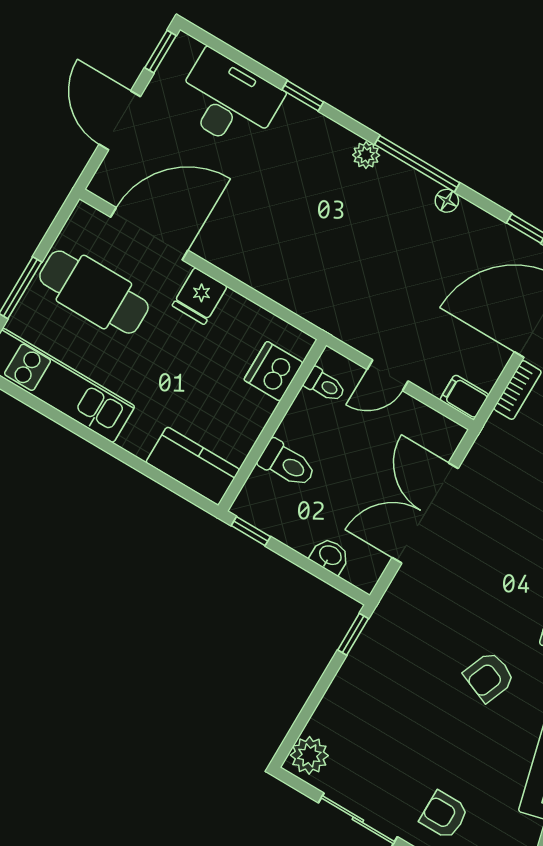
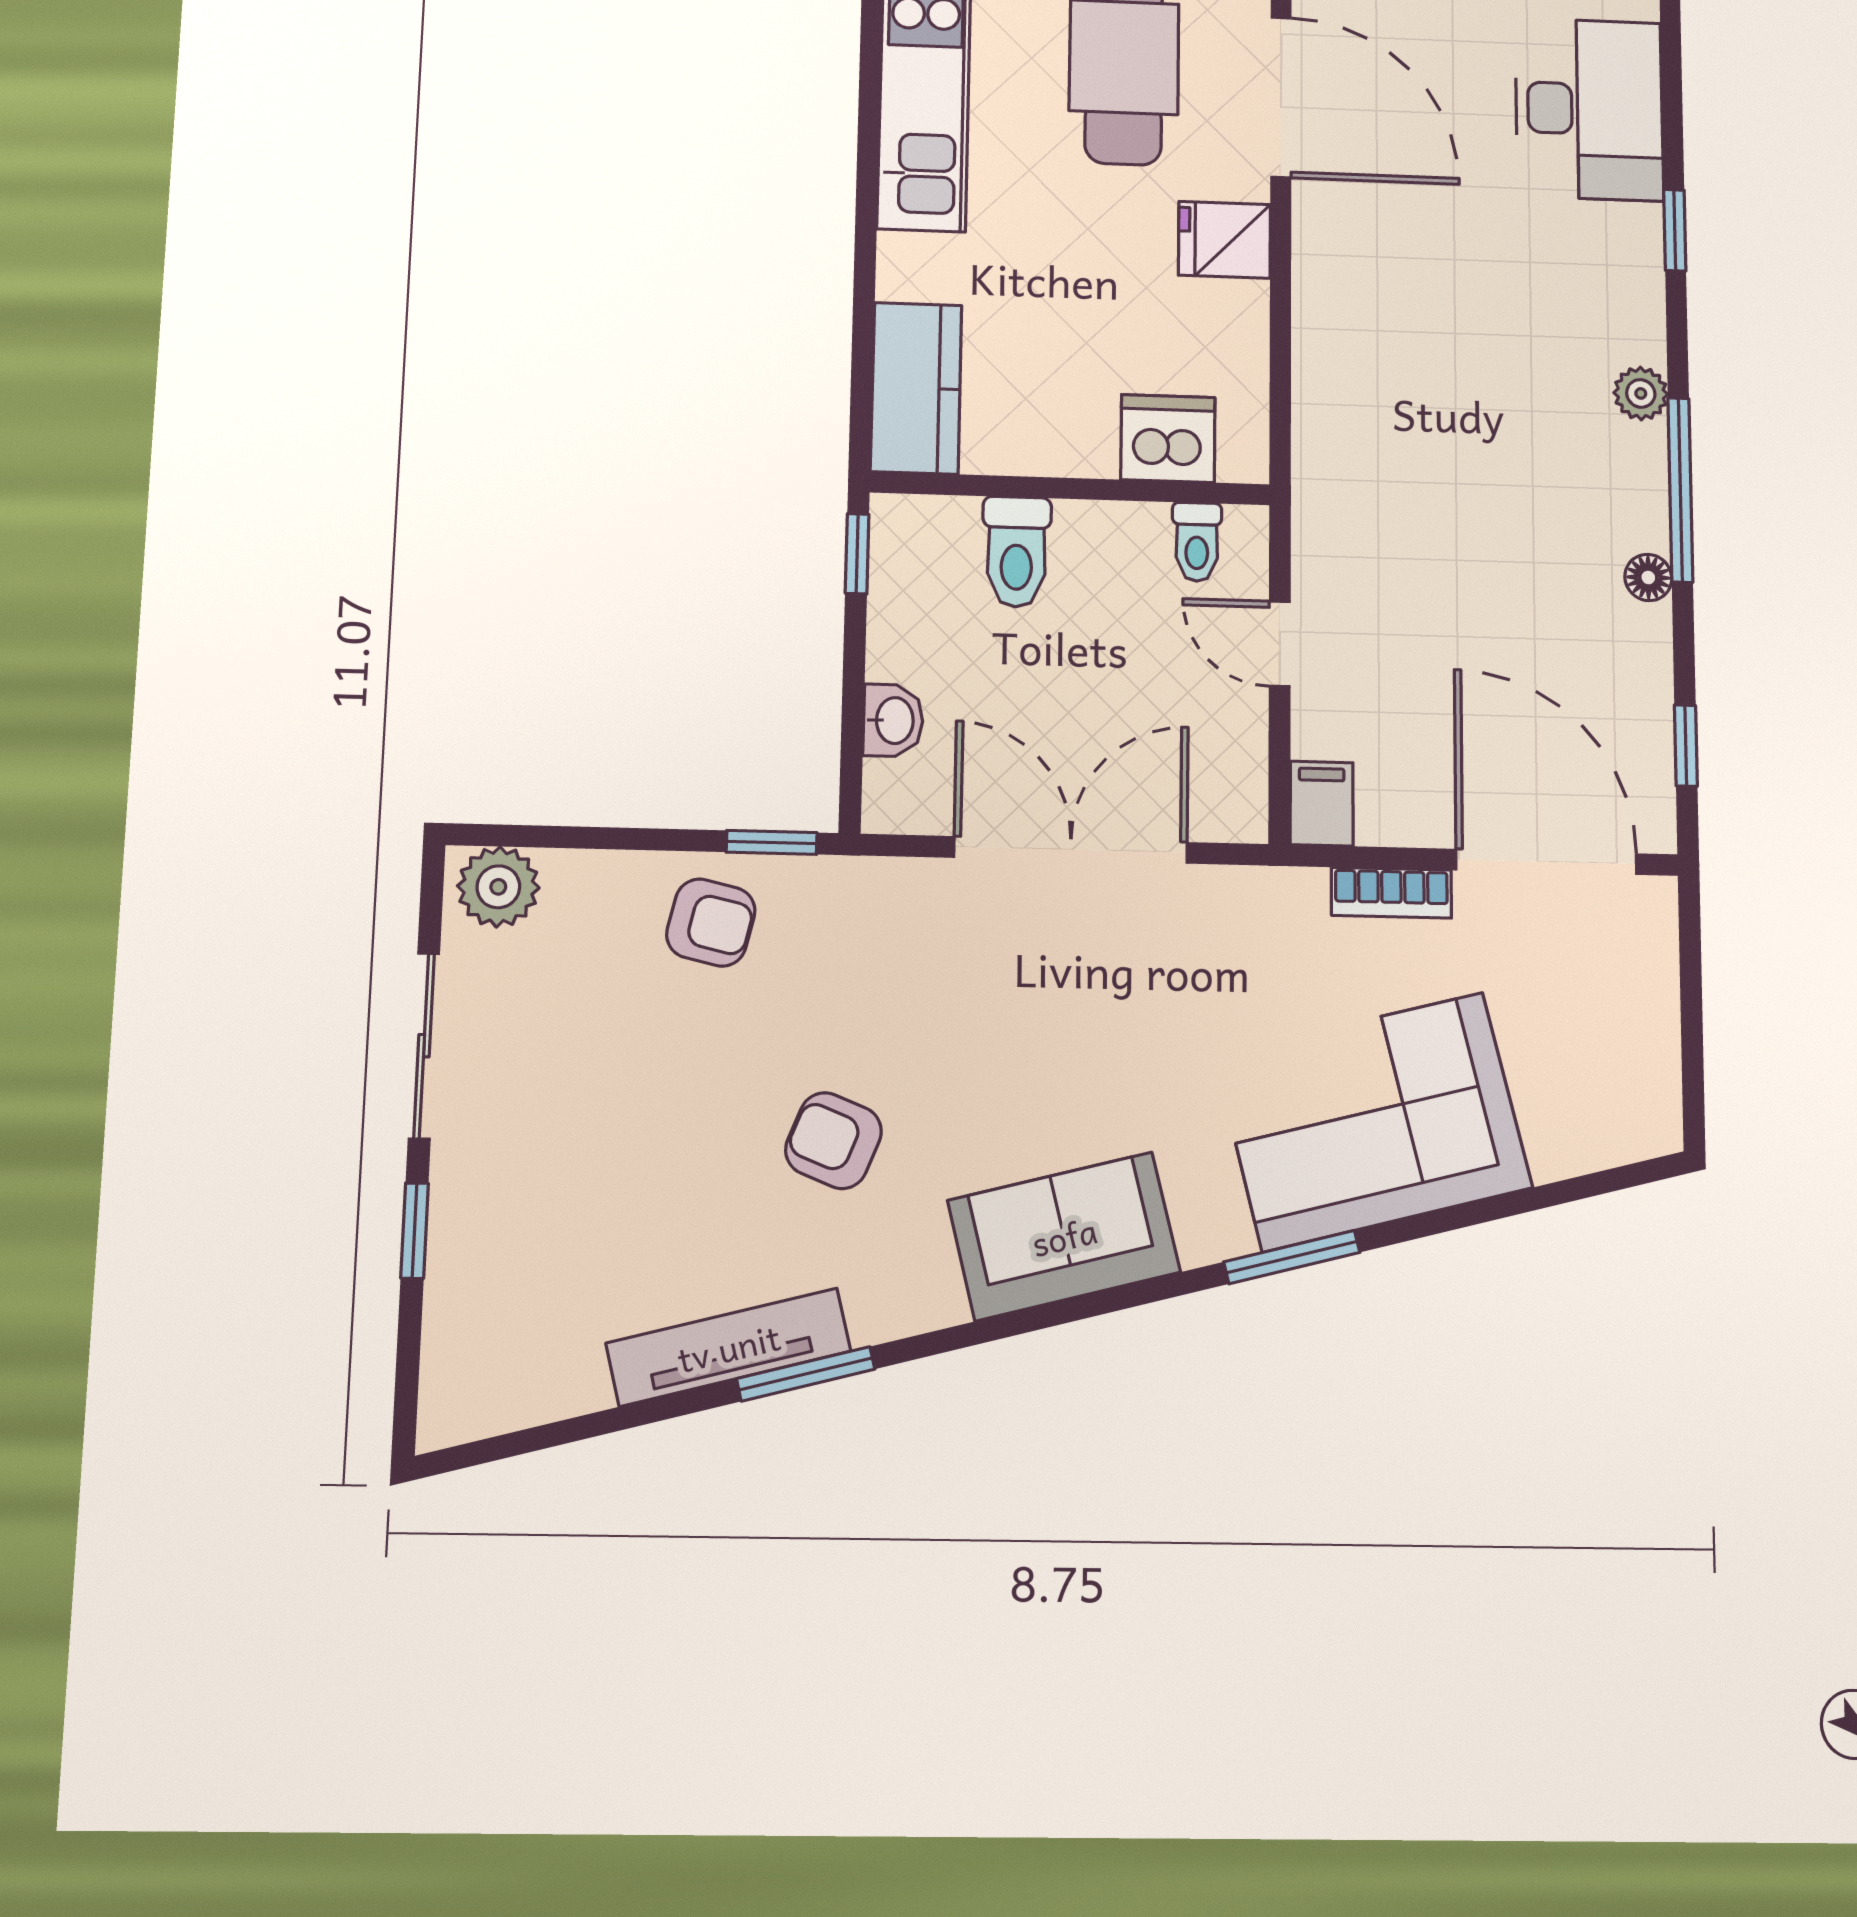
armchair: (444, 815) -> (711, 923), moved, turned 103

